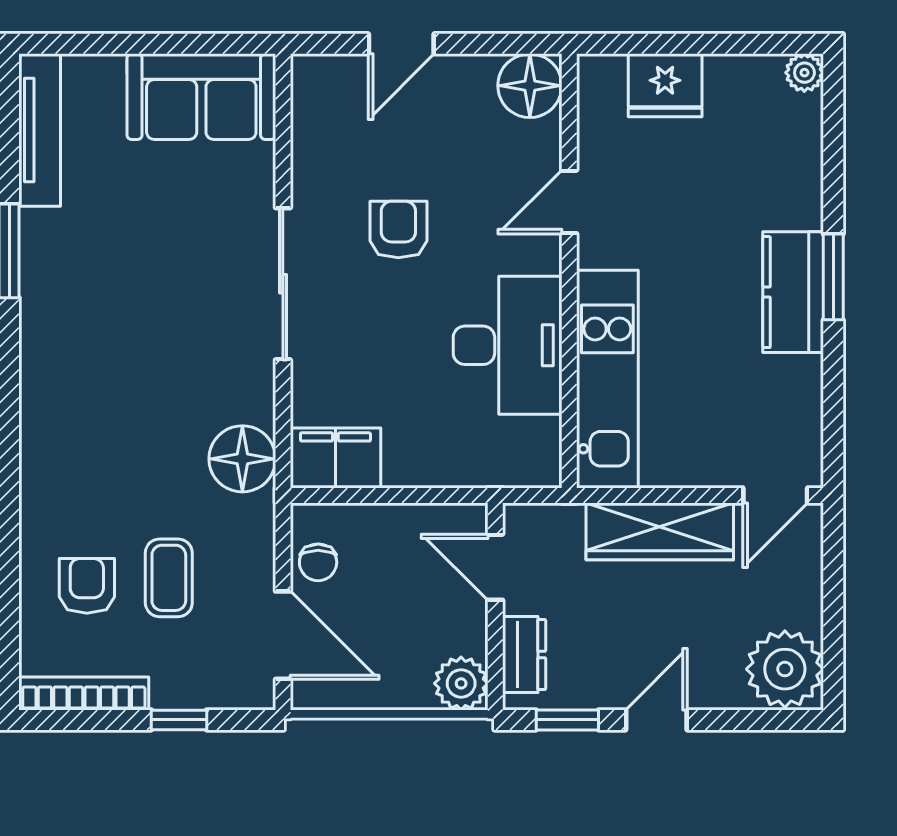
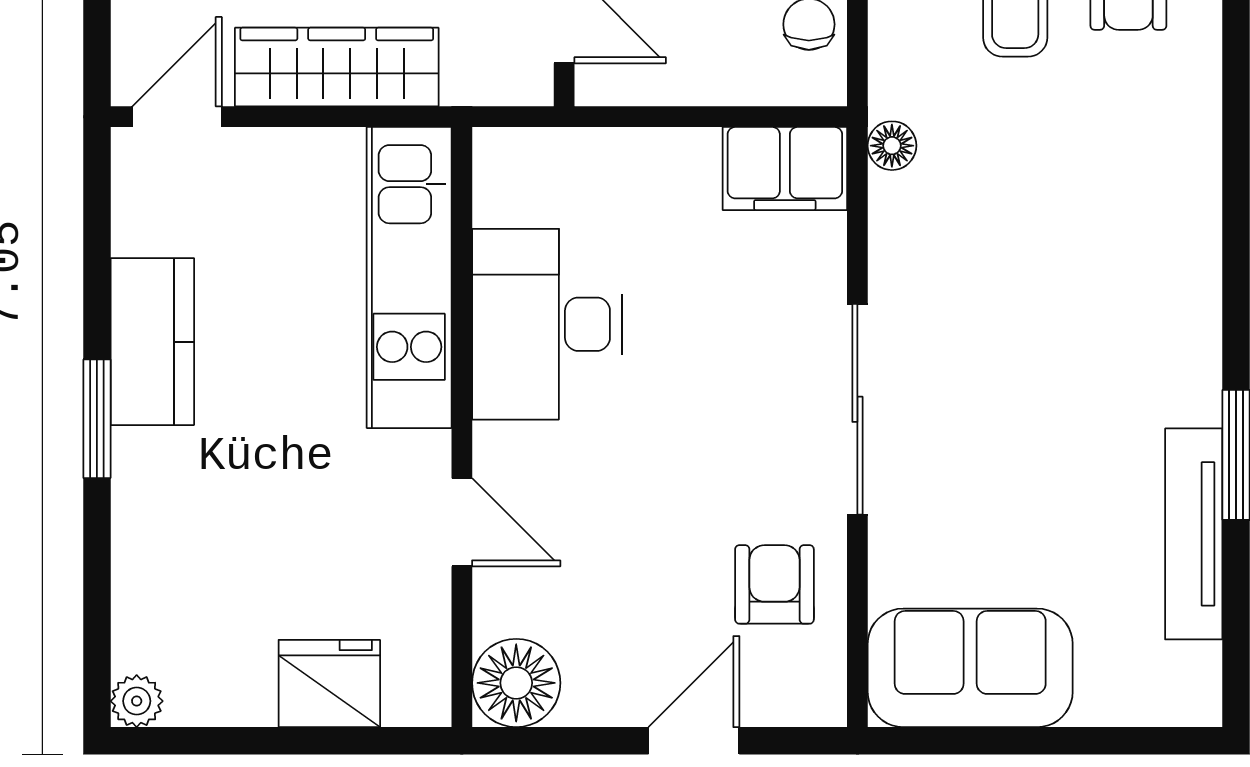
tv unit: (40, 130) -> (1194, 534), moved
door: (569, 202) -> (462, 522), hinge flipped
armchair: (398, 230) -> (774, 584), moved, turned 180
kitchen counter: (793, 292) -> (152, 342), moved
floor lamp: (242, 459) -> (892, 146), width x0.53, depth x0.53

